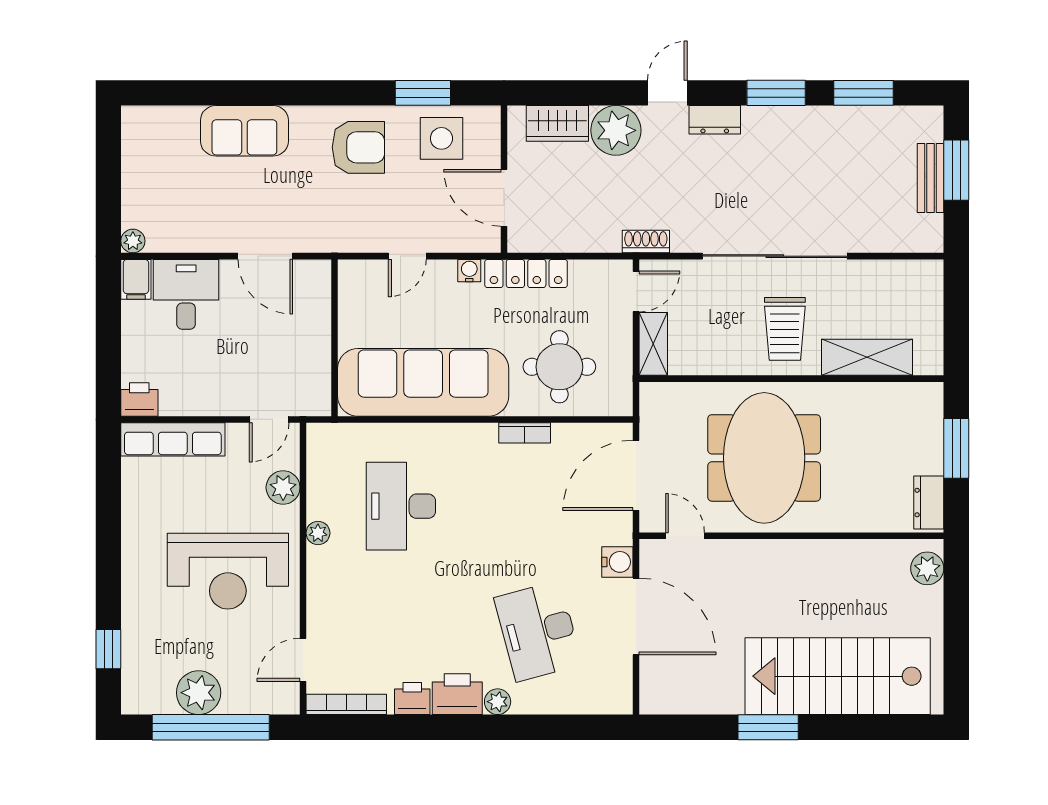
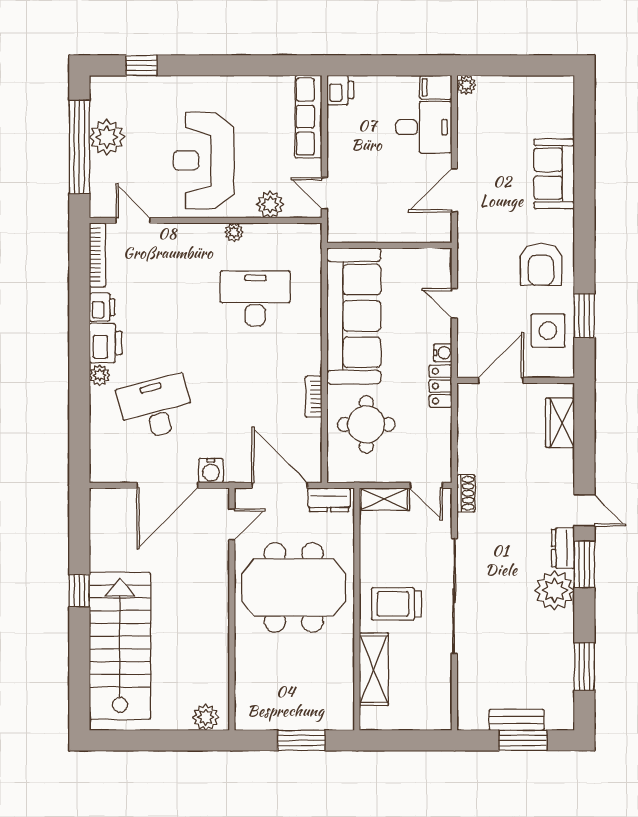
window: (776, 93) -> (584, 564), moved
plant: (616, 130) -> (554, 590), moved
locker: (526, 273) -> (441, 386), width x0.66
dresser: (929, 503) -> (329, 500), moved, turned 180
window: (768, 727) -> (79, 591), width x0.67

